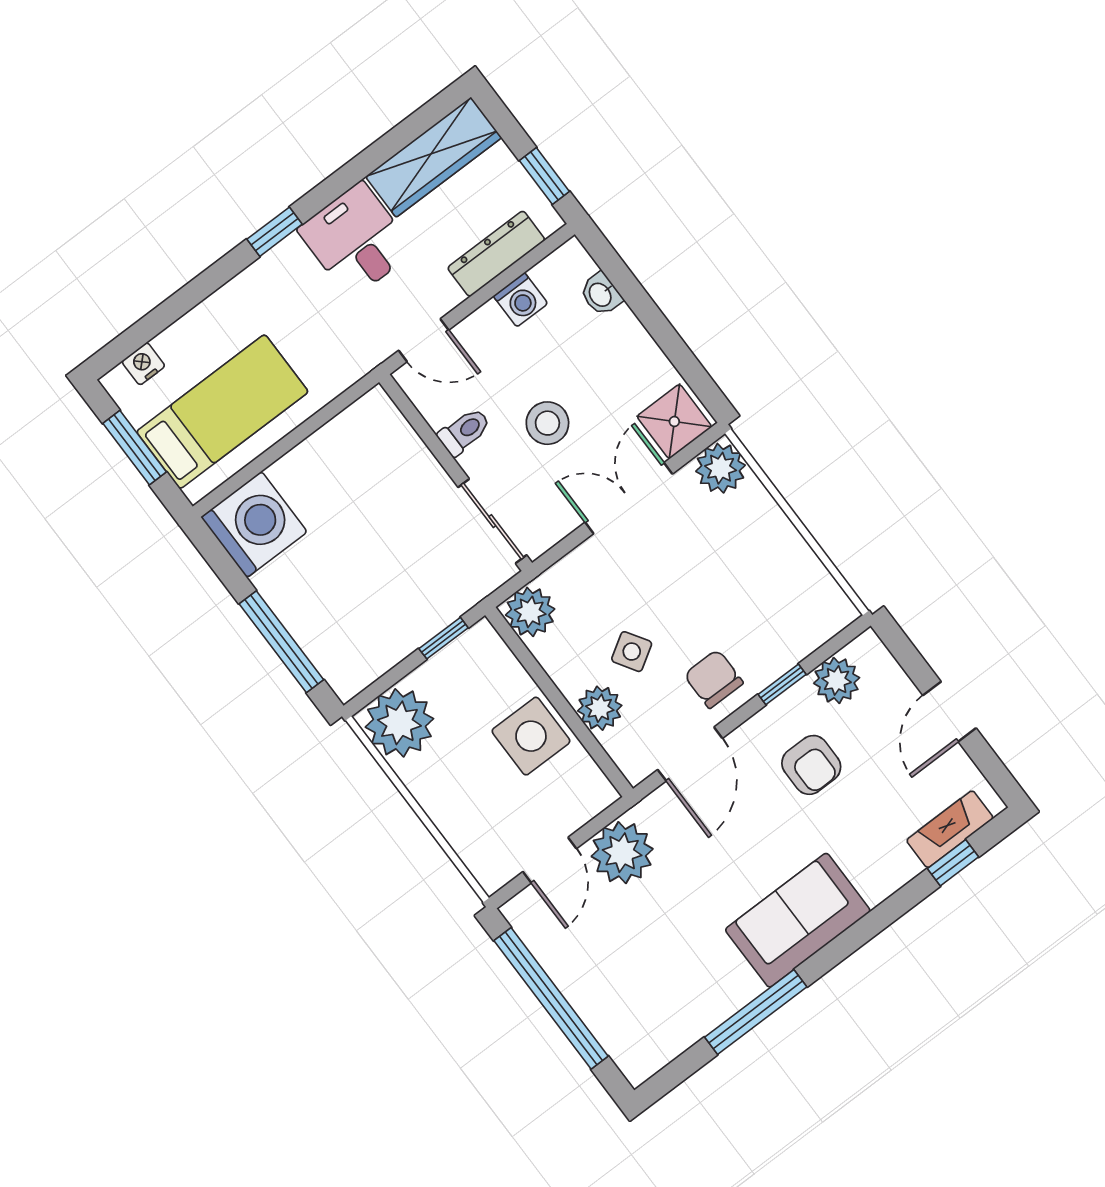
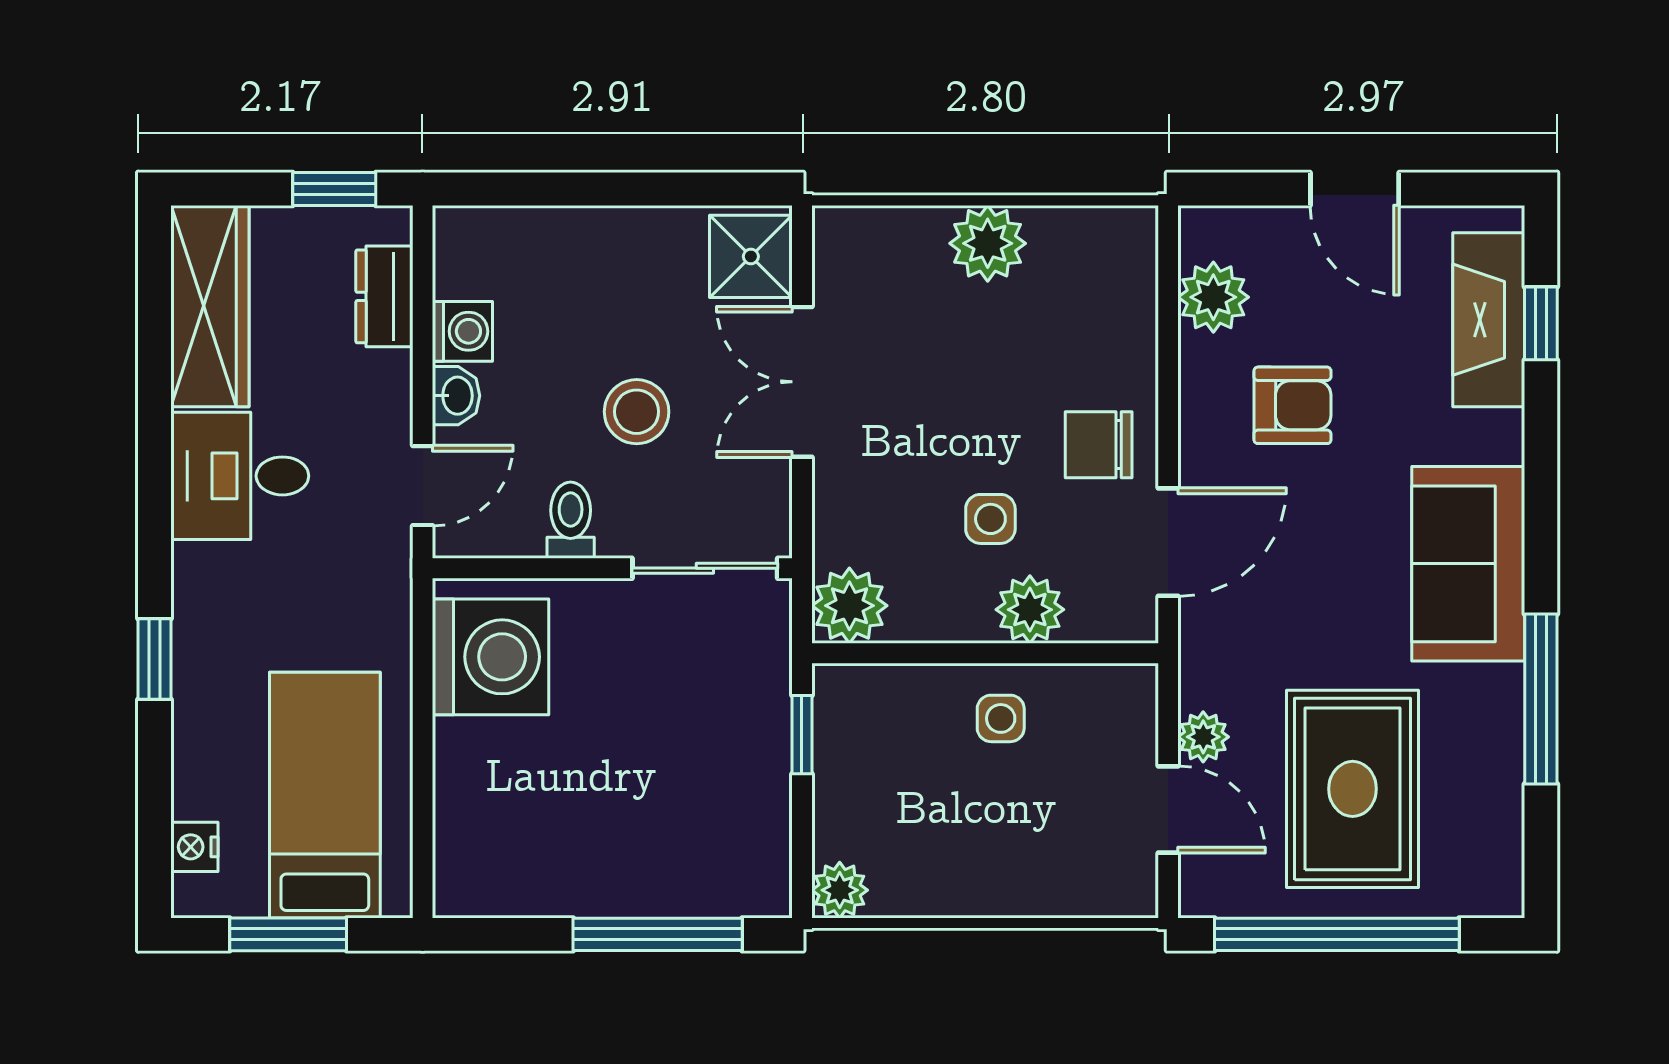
window: (275, 232) -> (155, 659), moved
dresser: (496, 254) -> (384, 296), width x0.70
washbasin: (601, 294) -> (456, 396), moved, turned -90
plant: (721, 468) -> (988, 243), moved
washing machine: (254, 524) -> (491, 657), moved, turned 90
side table: (632, 652) -> (990, 519), turned 32
window: (782, 684) -> (1168, 367), removed
plant: (399, 723) -> (840, 890), width x0.53, depth x0.53
side table: (531, 736) -> (1001, 718), width x0.54, depth x0.54
door: (690, 754) -> (1168, 542), hinge flipped
fireplace: (950, 829) -> (1489, 320), width x1.37, depth x1.32
plant: (622, 853) -> (1203, 737), width x0.53, depth x0.53
rug: (634, 949) -> (1353, 789), added

